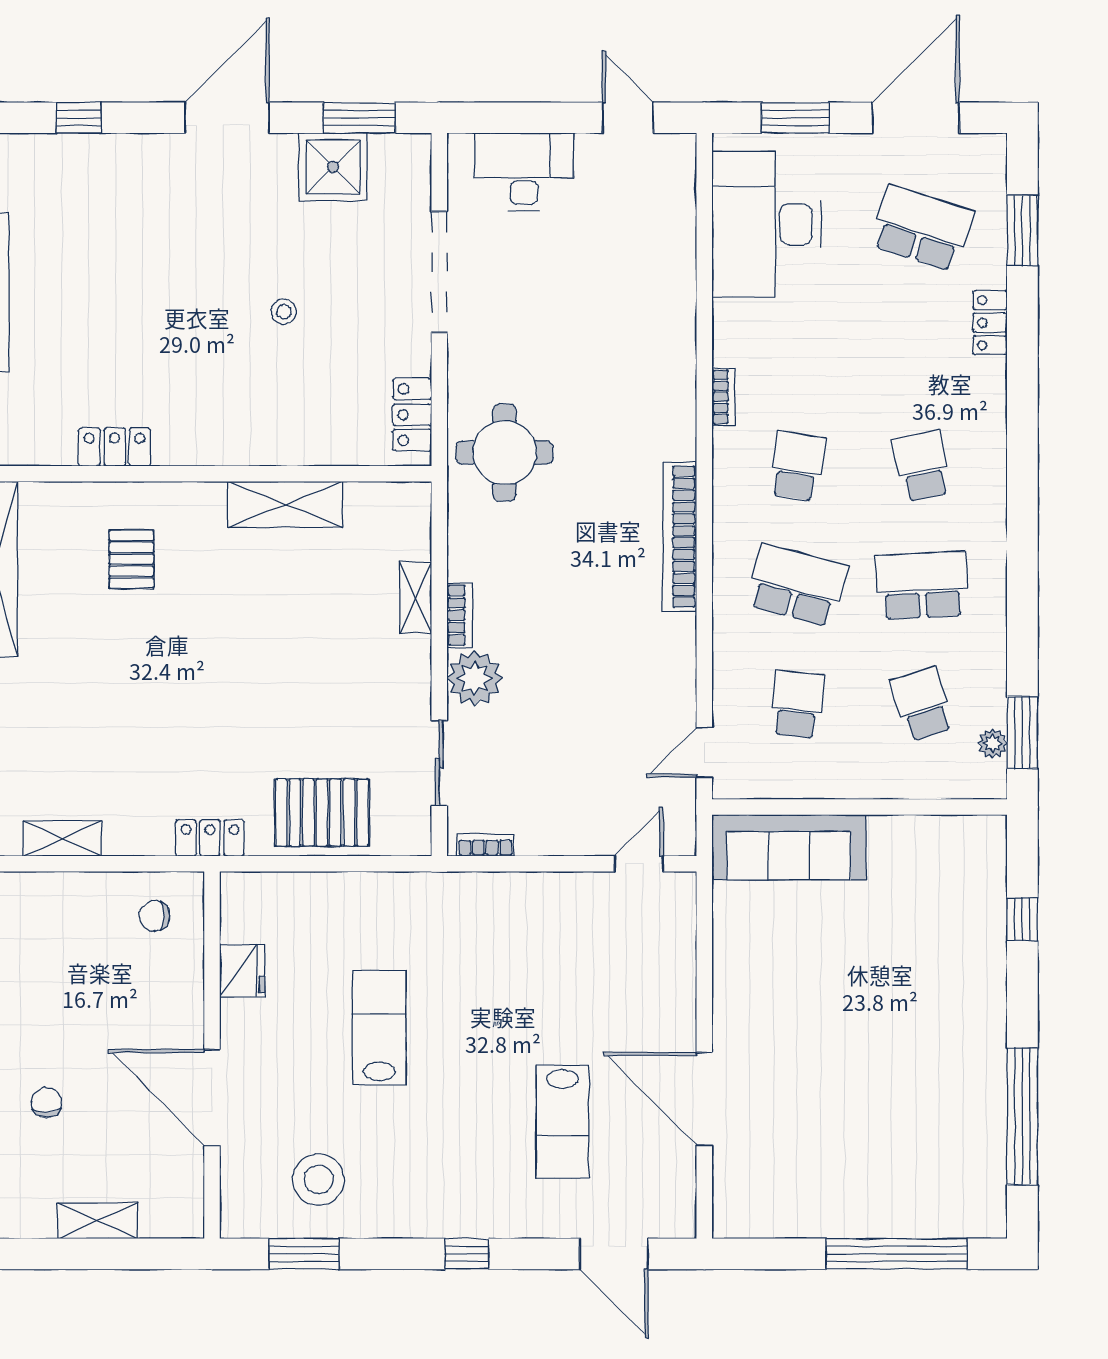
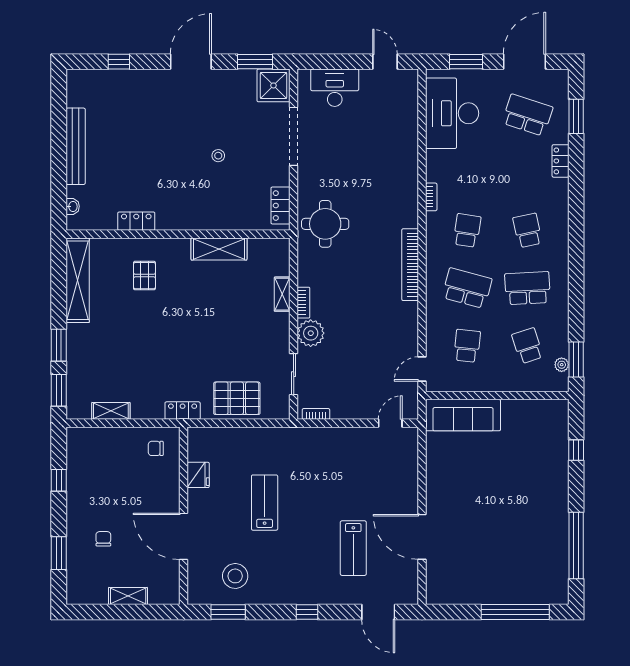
shower: (333, 167) -> (273, 85), moved

